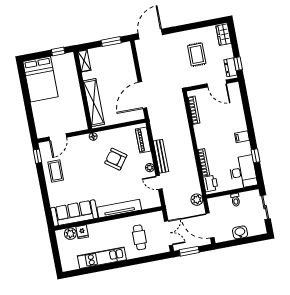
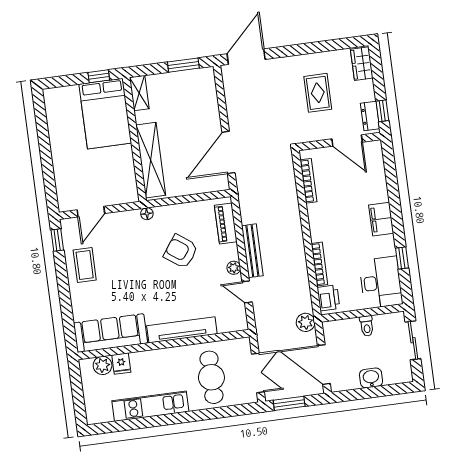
bed: (40, 79) -> (105, 114), moved
filing cabinet: (242, 137) -> (381, 219), width x2.00
cafe table: (139, 237) -> (211, 377), width x1.37, depth x1.35

